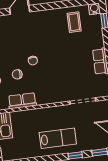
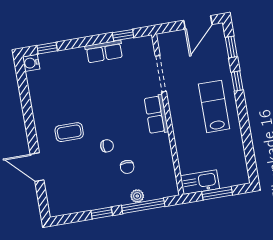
coffee table: (74, 22) -> (69, 132), moved
row of seats: (22, 101) -> (156, 114), moved

